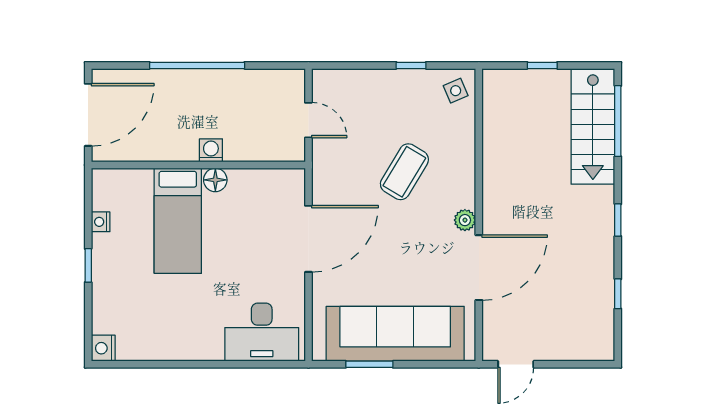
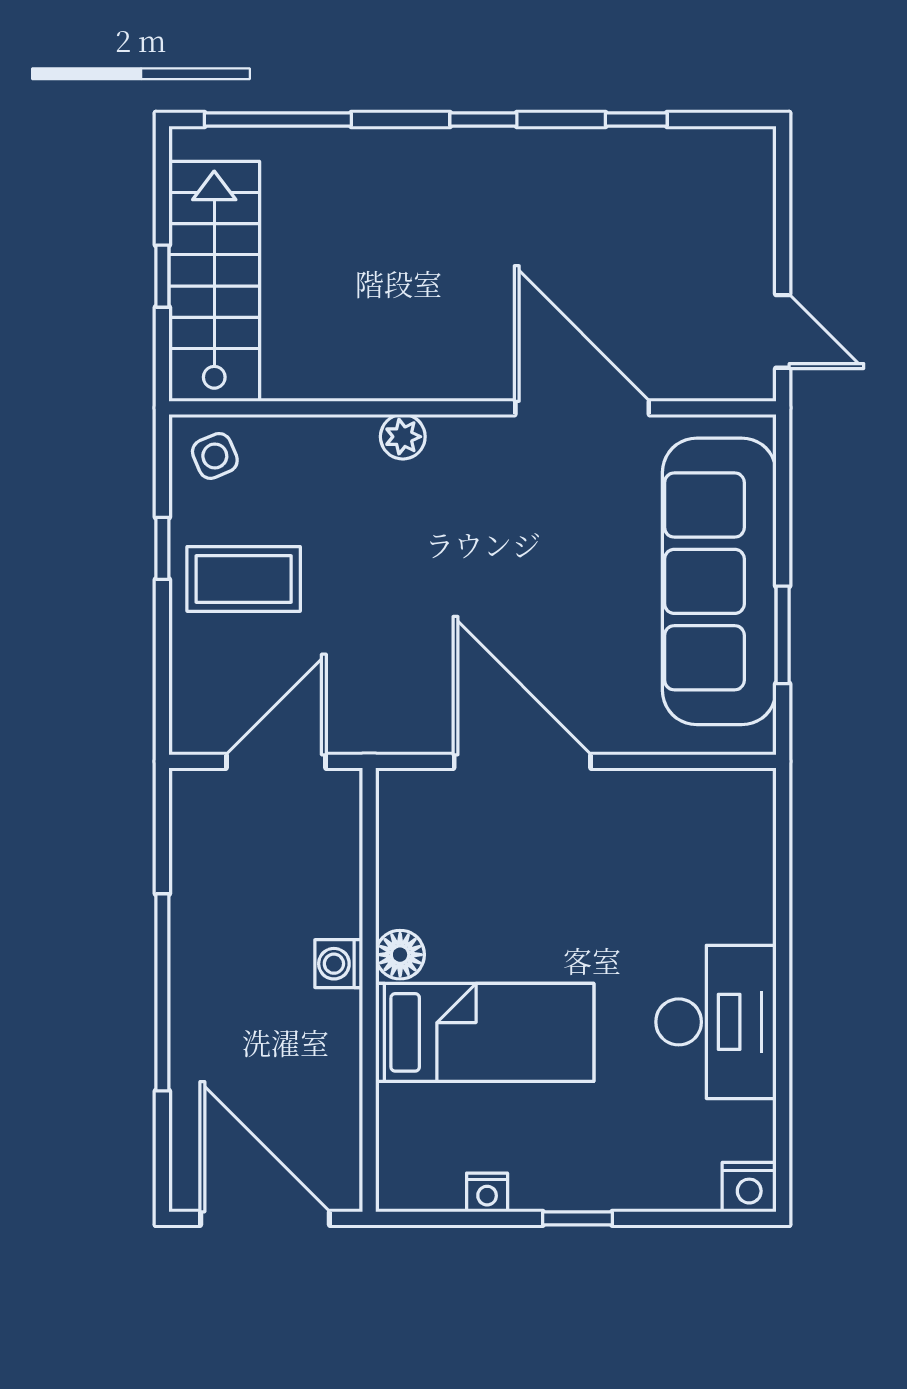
door: (308, 120) -> (276, 761), width x1.38
stairs: (593, 126) -> (214, 281), moved, turned -90
coffee table: (404, 172) -> (244, 579), moved, turned -31
plant: (465, 220) -> (403, 437), moved
desk: (262, 332) -> (716, 1022), moved

